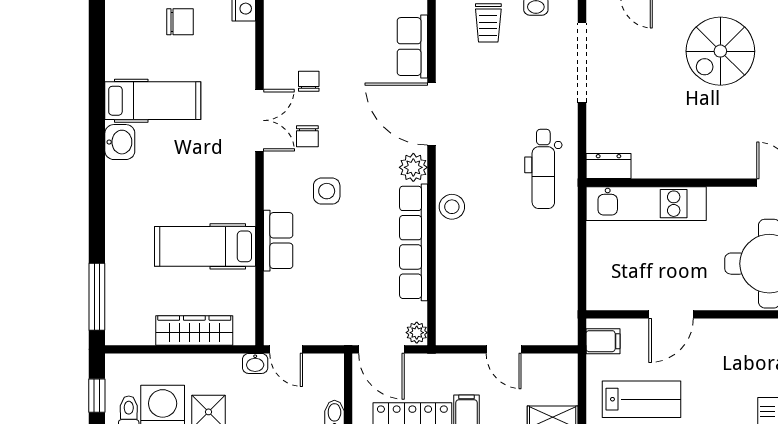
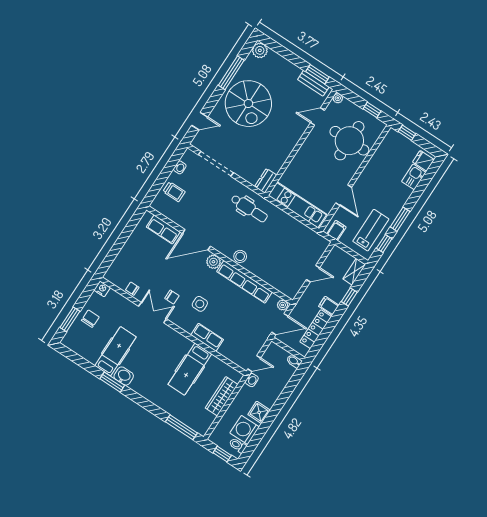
spiral stairs: (720, 51) -> (248, 104), width x1.37, depth x1.37
chair: (309, 81) -> (132, 289), moved
window: (97, 129) -> (112, 382), added
kitchen unit: (646, 204) -> (297, 205), moved, turned -90

